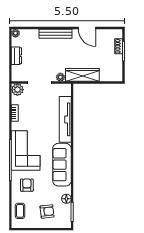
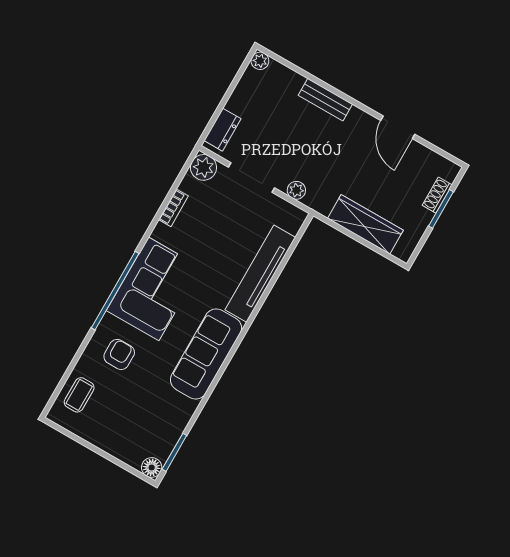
bench: (55, 34) -> (325, 100), width x0.73
dresser: (16, 56) -> (222, 130), moved
wardrobe: (82, 75) -> (365, 224), moved
floor lamp: (66, 199) -> (152, 468), moved
armchair: (47, 211) -> (128, 425), removed

